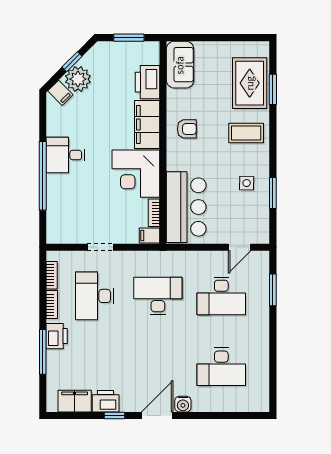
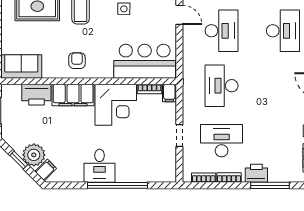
desk: (94, 296) -> (222, 141), turned 180

